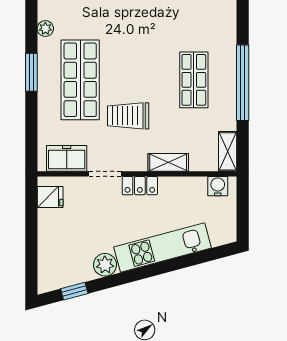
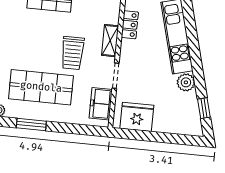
shelving: (168, 162) -> (110, 41), moved
locker: (140, 186) -> (130, 25), moved
fridge: (50, 197) -> (137, 117), width x1.88, depth x1.34

